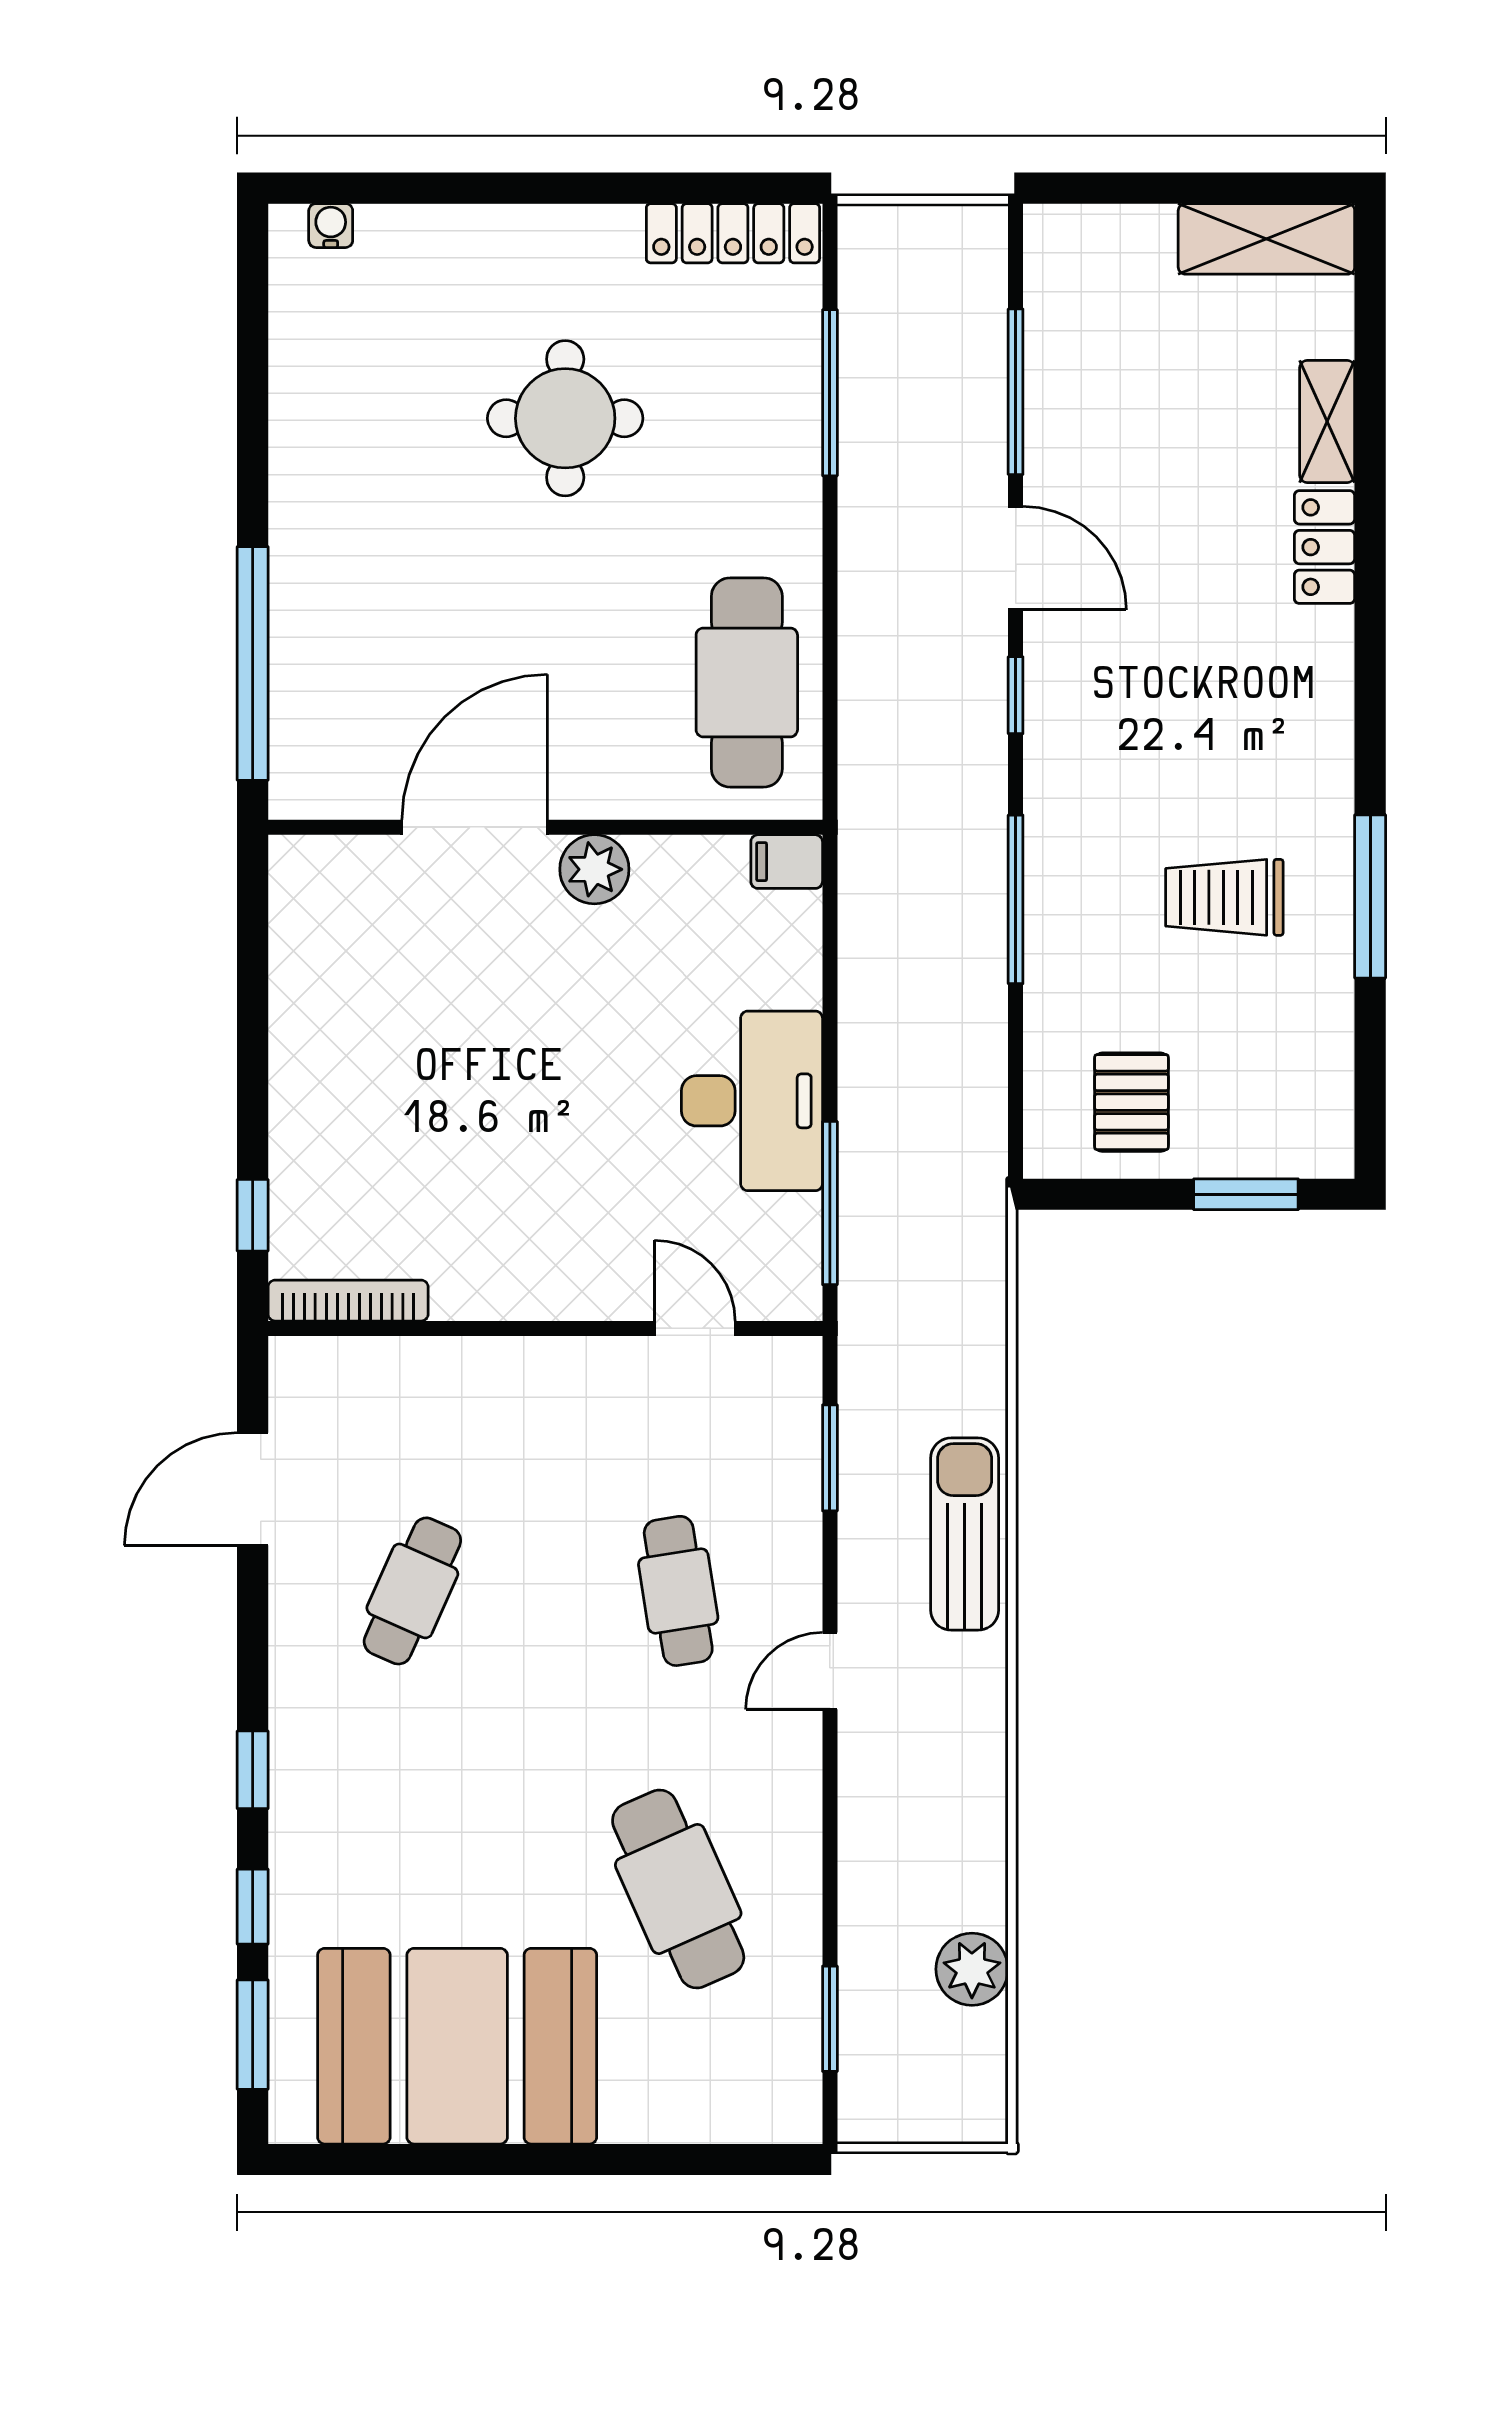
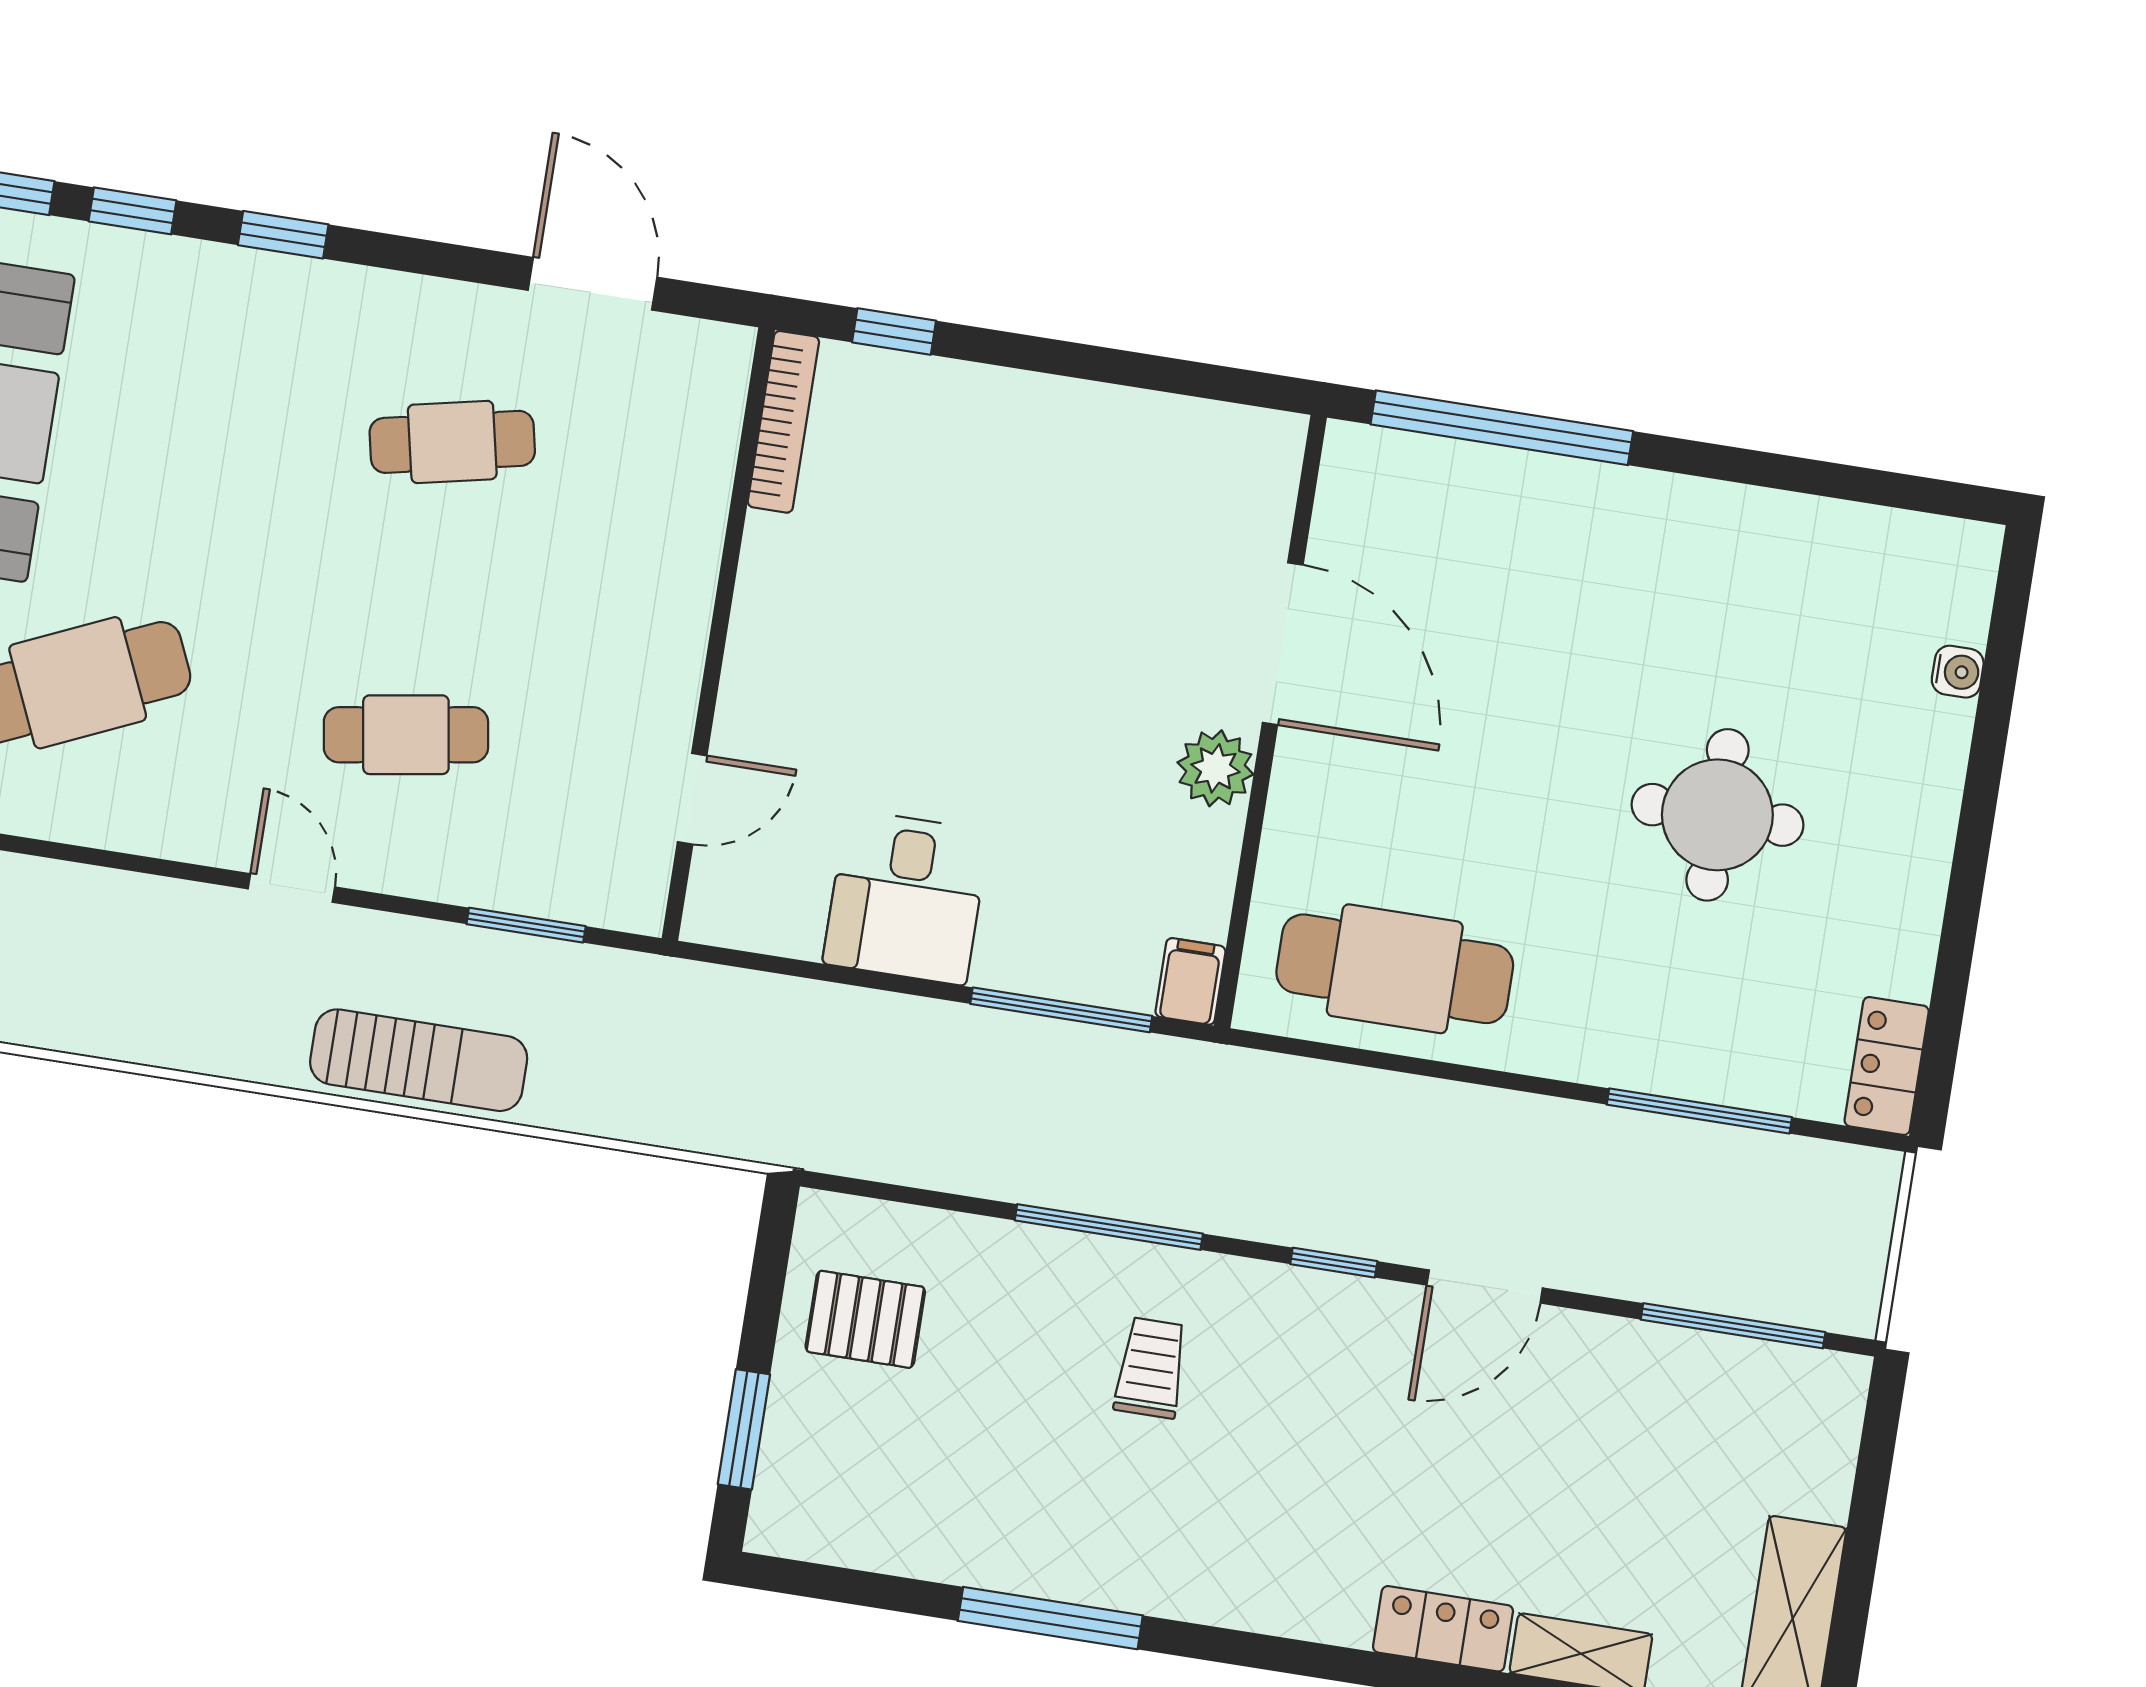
water cooler: (331, 226) -> (1958, 672), moved
locker: (733, 233) -> (1887, 1066), width x0.66
window: (1016, 392) -> (1733, 1326), moved
trolley: (1224, 897) -> (1151, 1368), moved, width x0.73, depth x0.72
desk: (752, 1101) -> (906, 897), width x0.73
window: (830, 1203) -> (1061, 1010), moved
cafe table: (412, 1591) -> (452, 442), turned -36

